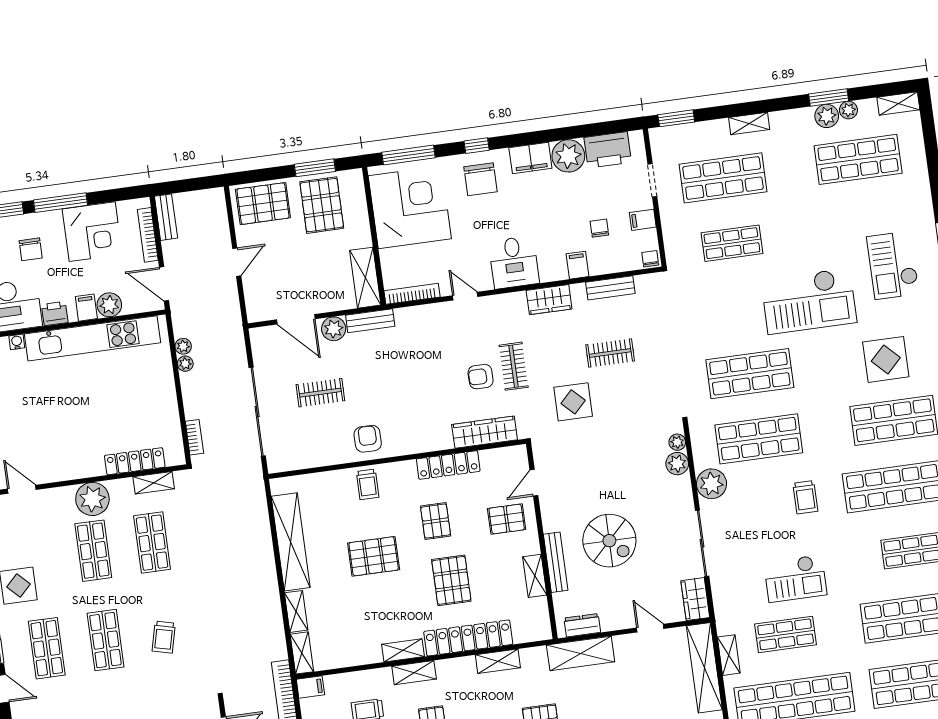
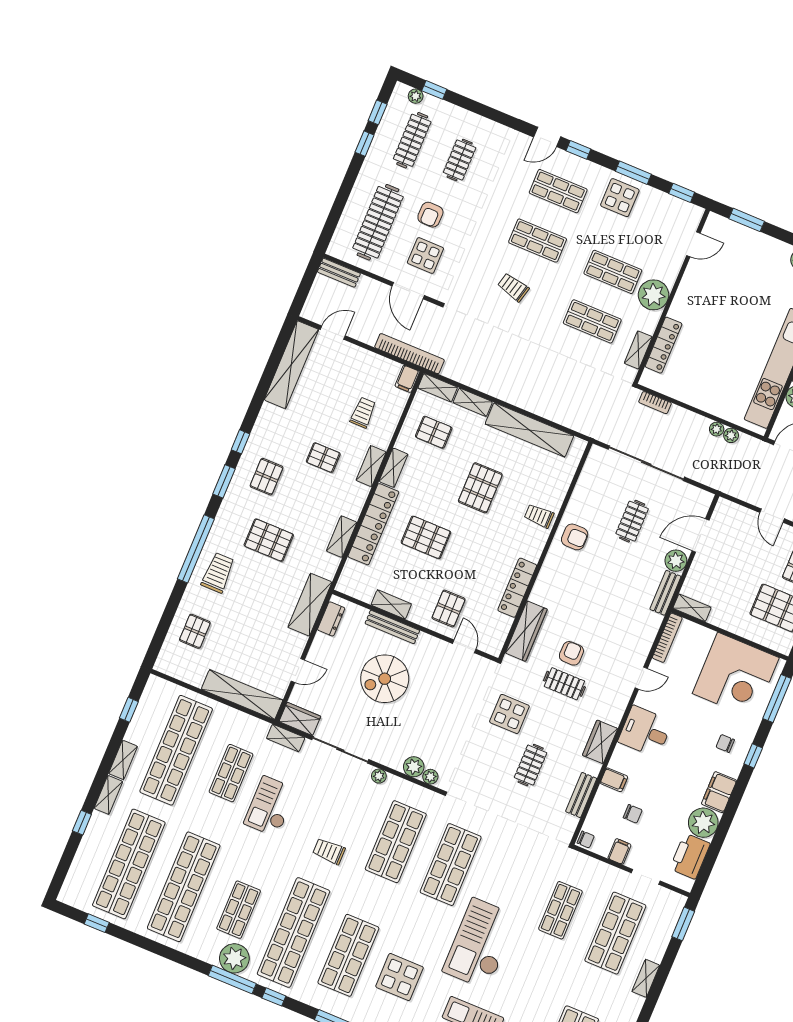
chair: (480, 179) -> (725, 743), width x0.54, depth x0.54
shelving: (365, 278) -> (692, 608), width x0.67, depth x0.75
plant: (711, 484) -> (379, 776), width x0.53, depth x0.53
pallet: (436, 521) -> (434, 432), moved
shelving: (729, 655) -> (286, 738), moved

